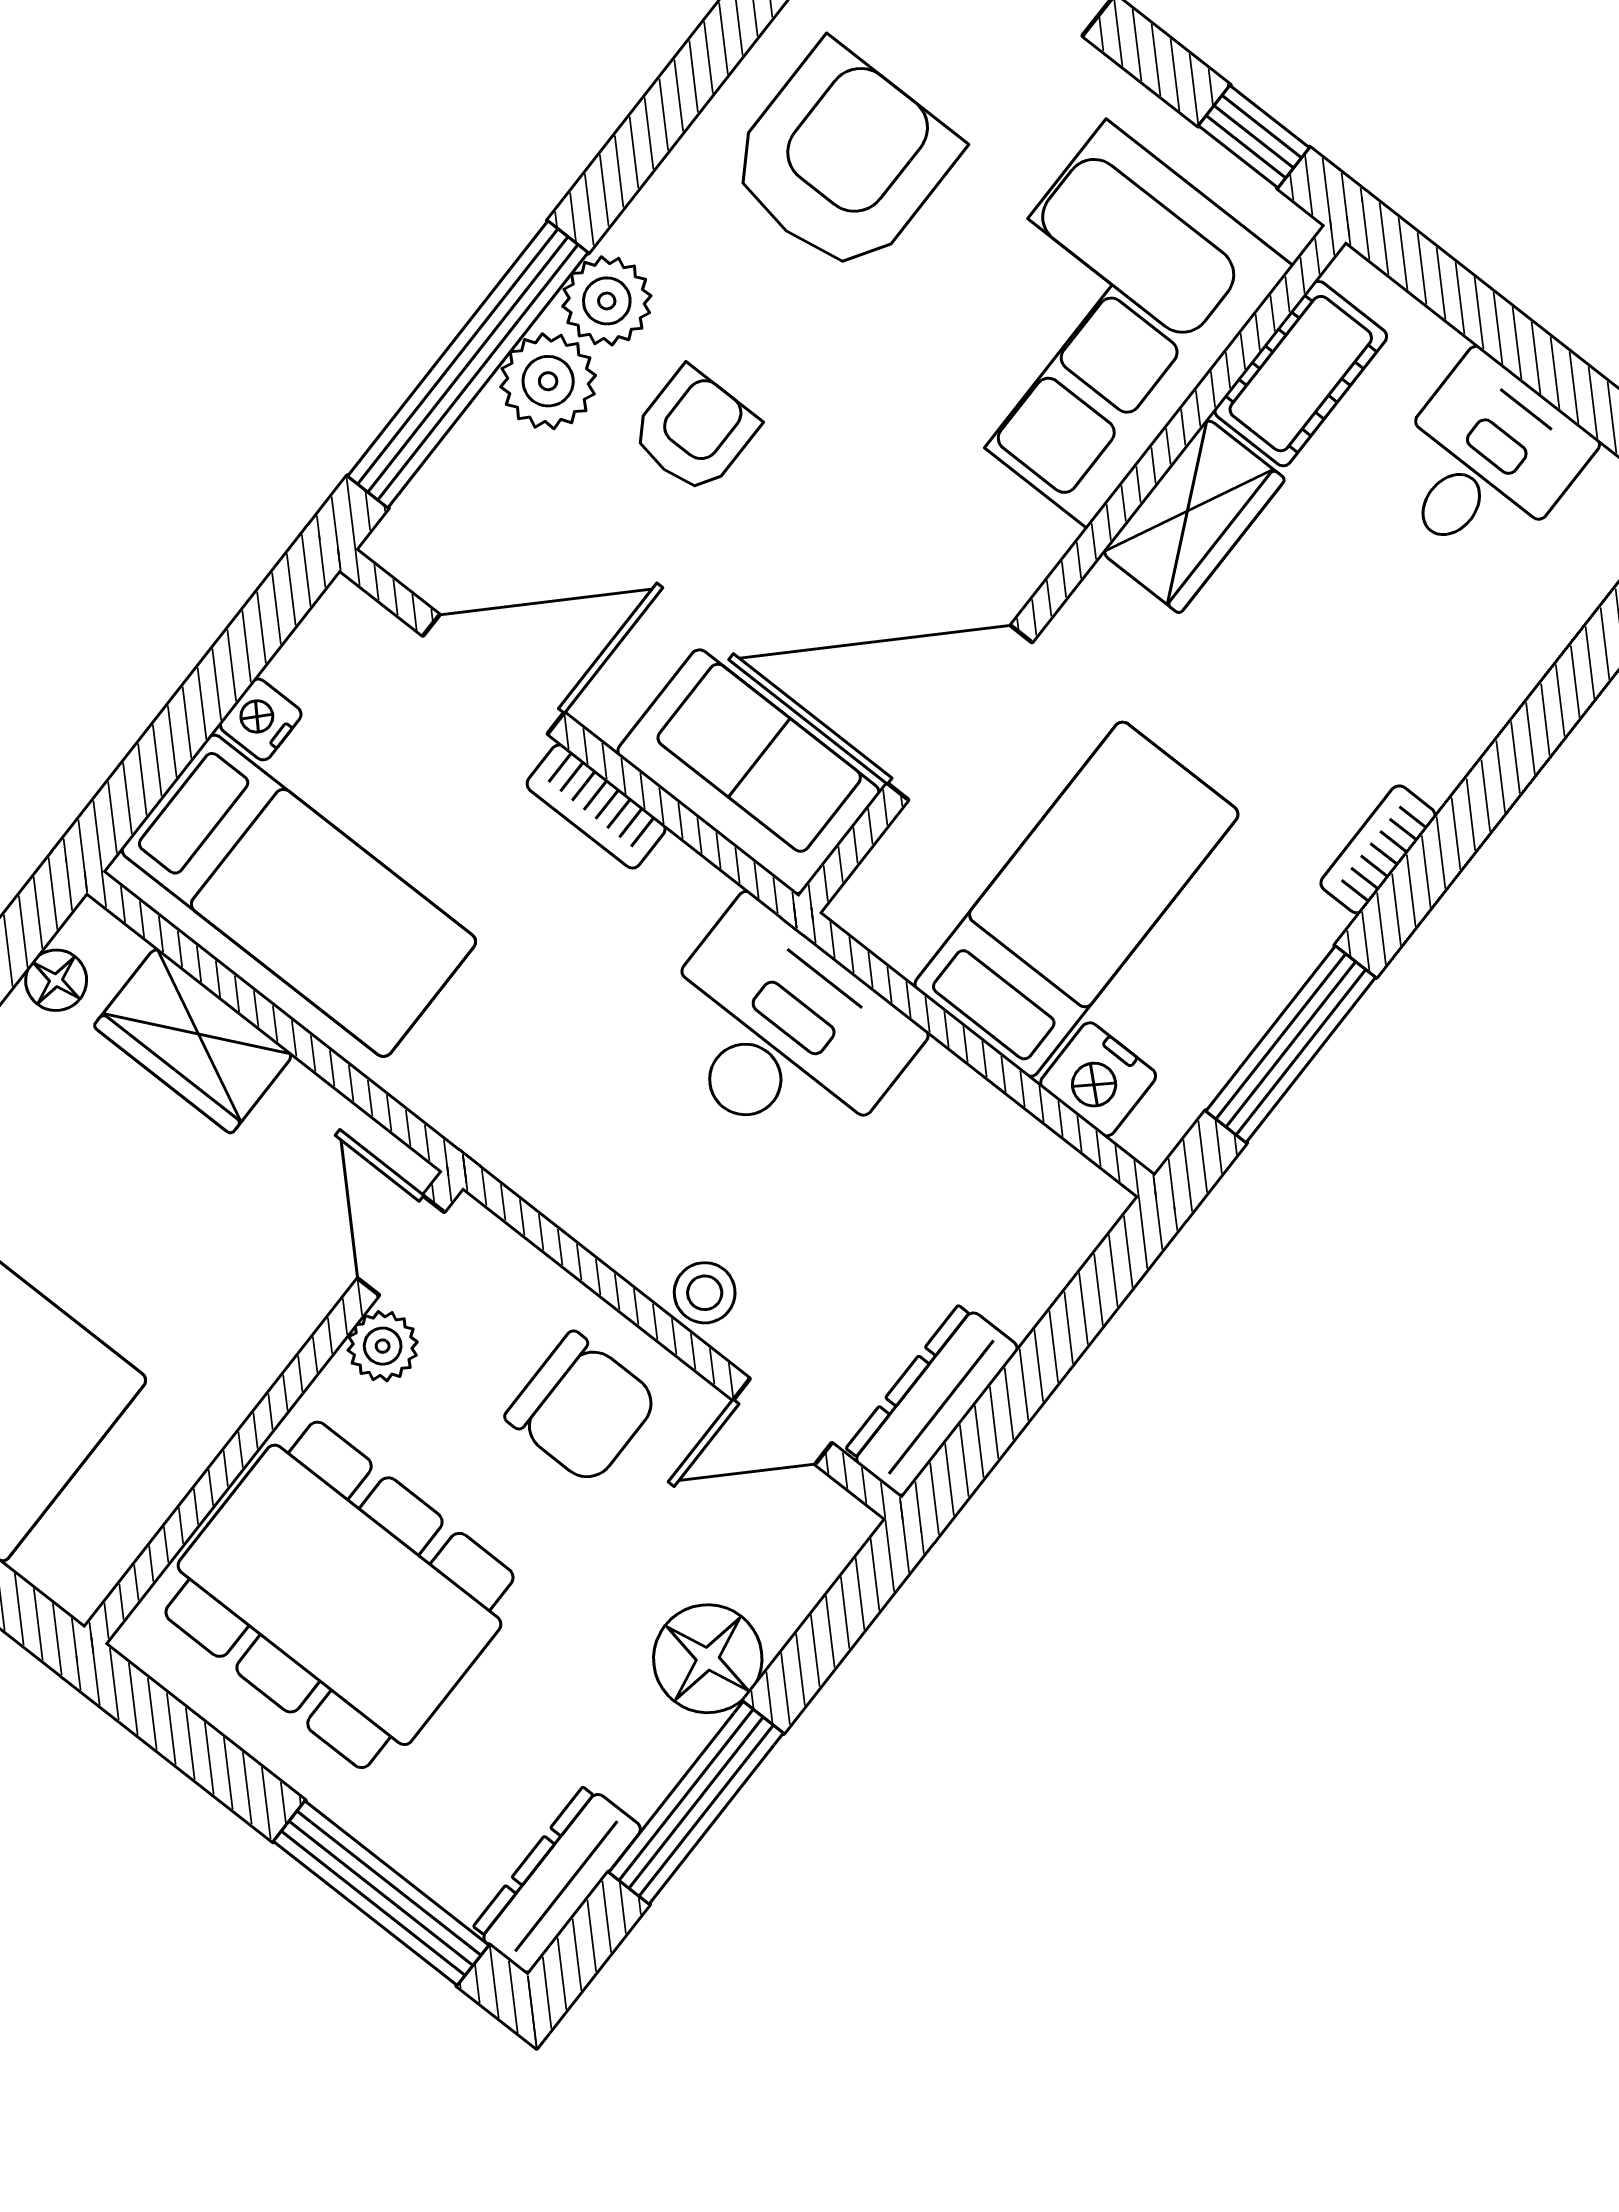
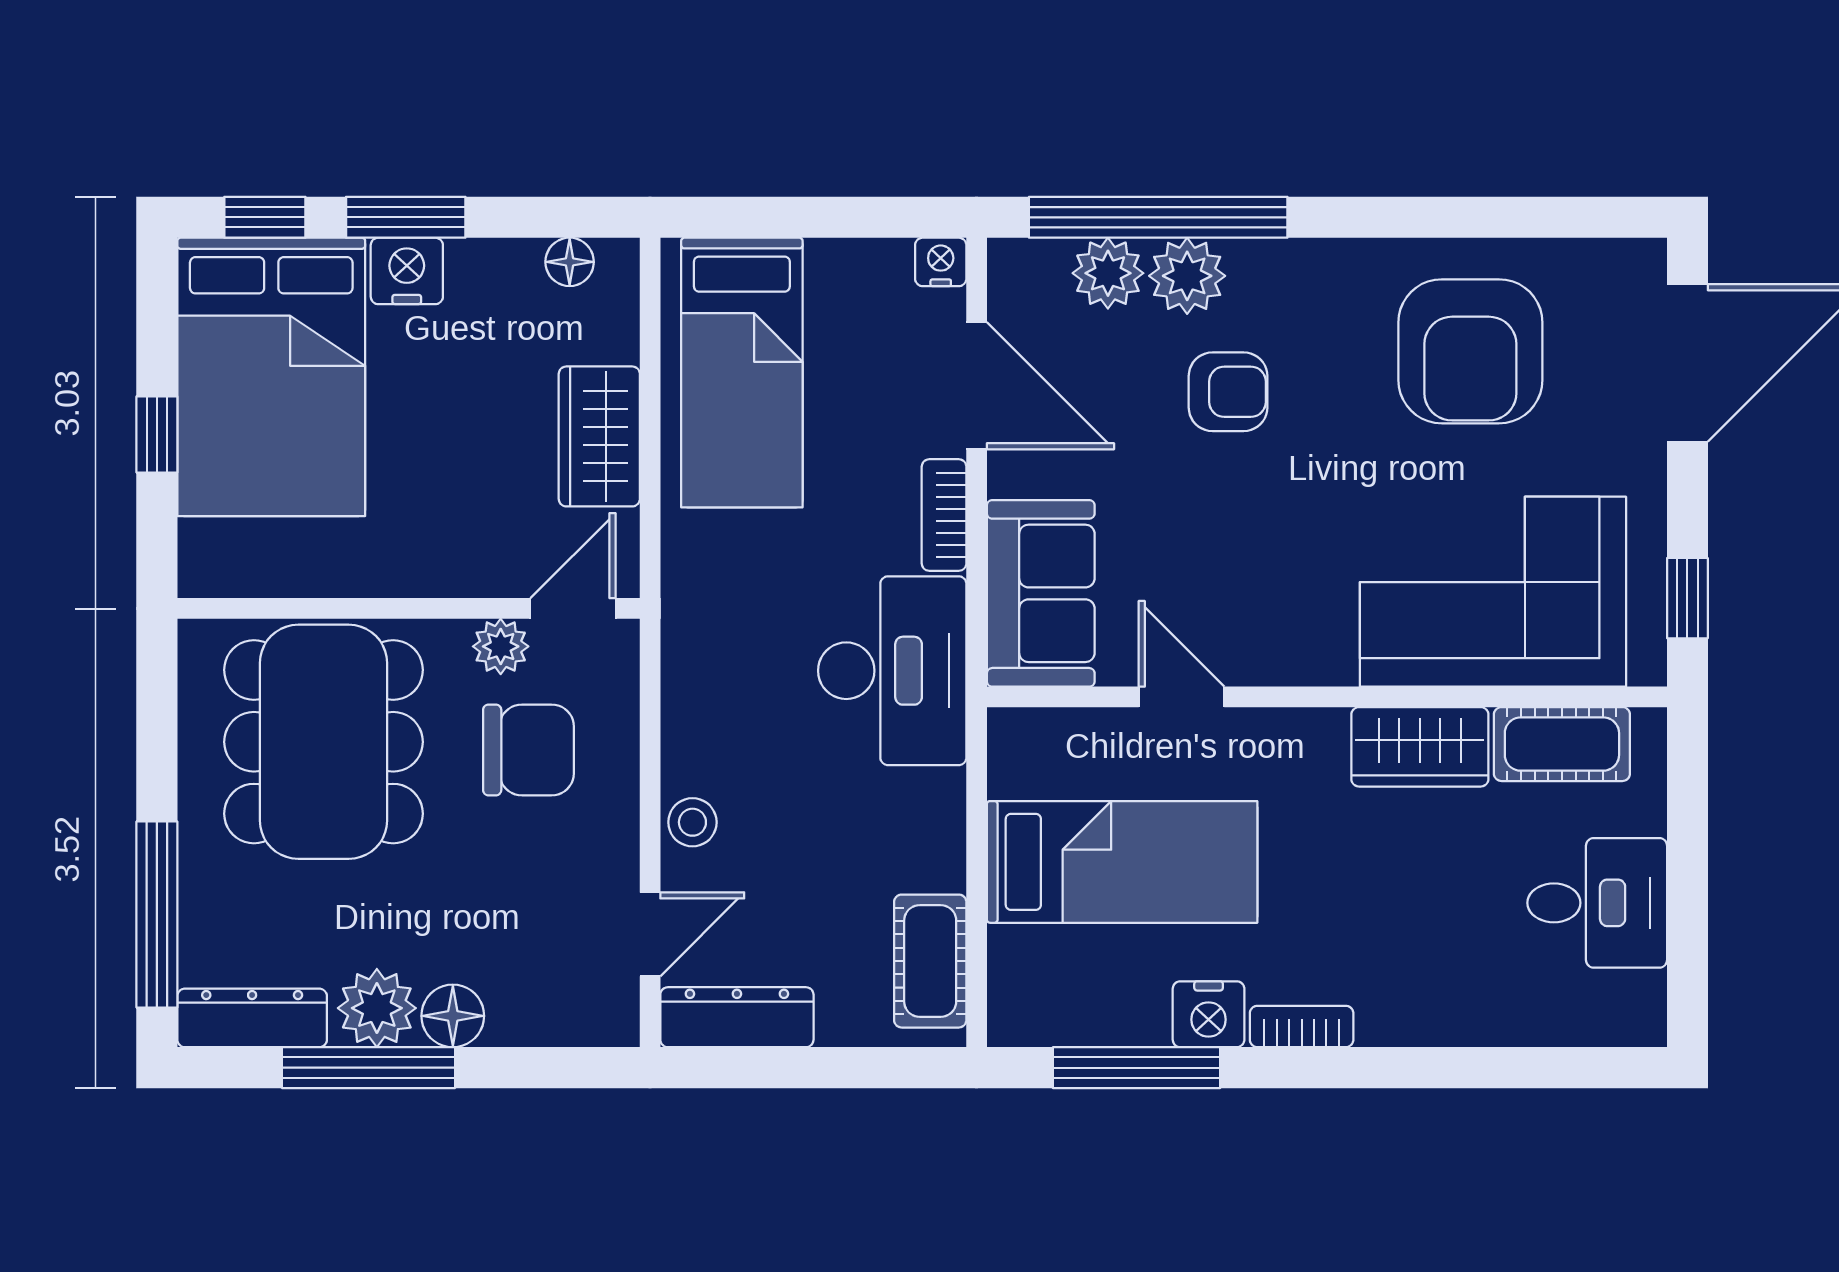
armchair: (842, 160) -> (1470, 351), turned 90
plant: (607, 301) -> (1108, 273), moved
door: (960, 713) -> (1182, 697), width x0.53
nightstand: (261, 719) -> (941, 262), moved
desk: (781, 1034) -> (892, 671), moved
wardrobe: (193, 1041) -> (599, 436), moved
nightstand: (1098, 1079) -> (1209, 1014), moved, turned -90
cot: (1026, 1165) -> (930, 961), added
chair: (582, 1408) -> (529, 750), moved, turned -90
door: (783, 1421) -> (650, 934), swing flipped
floor lamp: (708, 1659) -> (453, 1016), width x0.73, depth x0.73
plant: (644, 1748) -> (377, 1008), added

